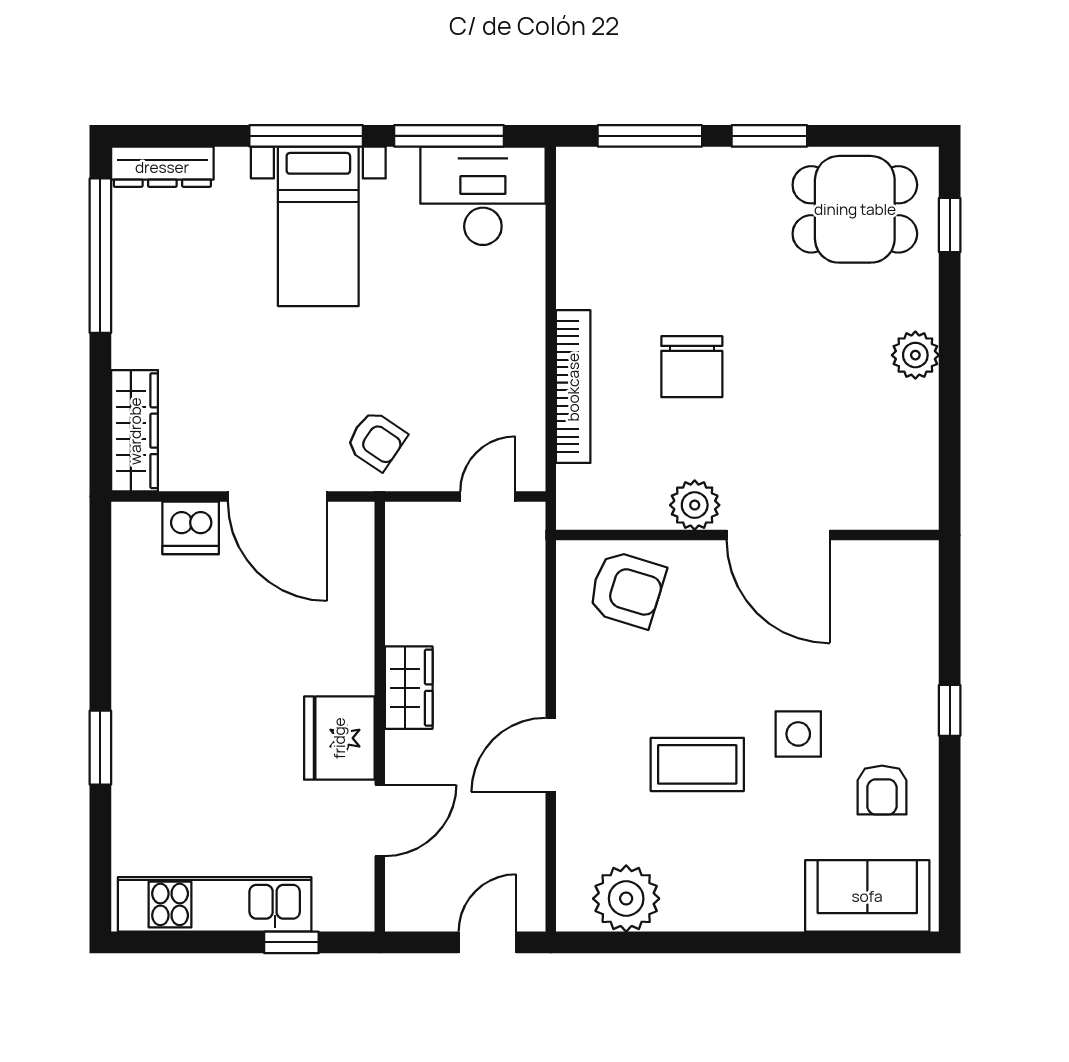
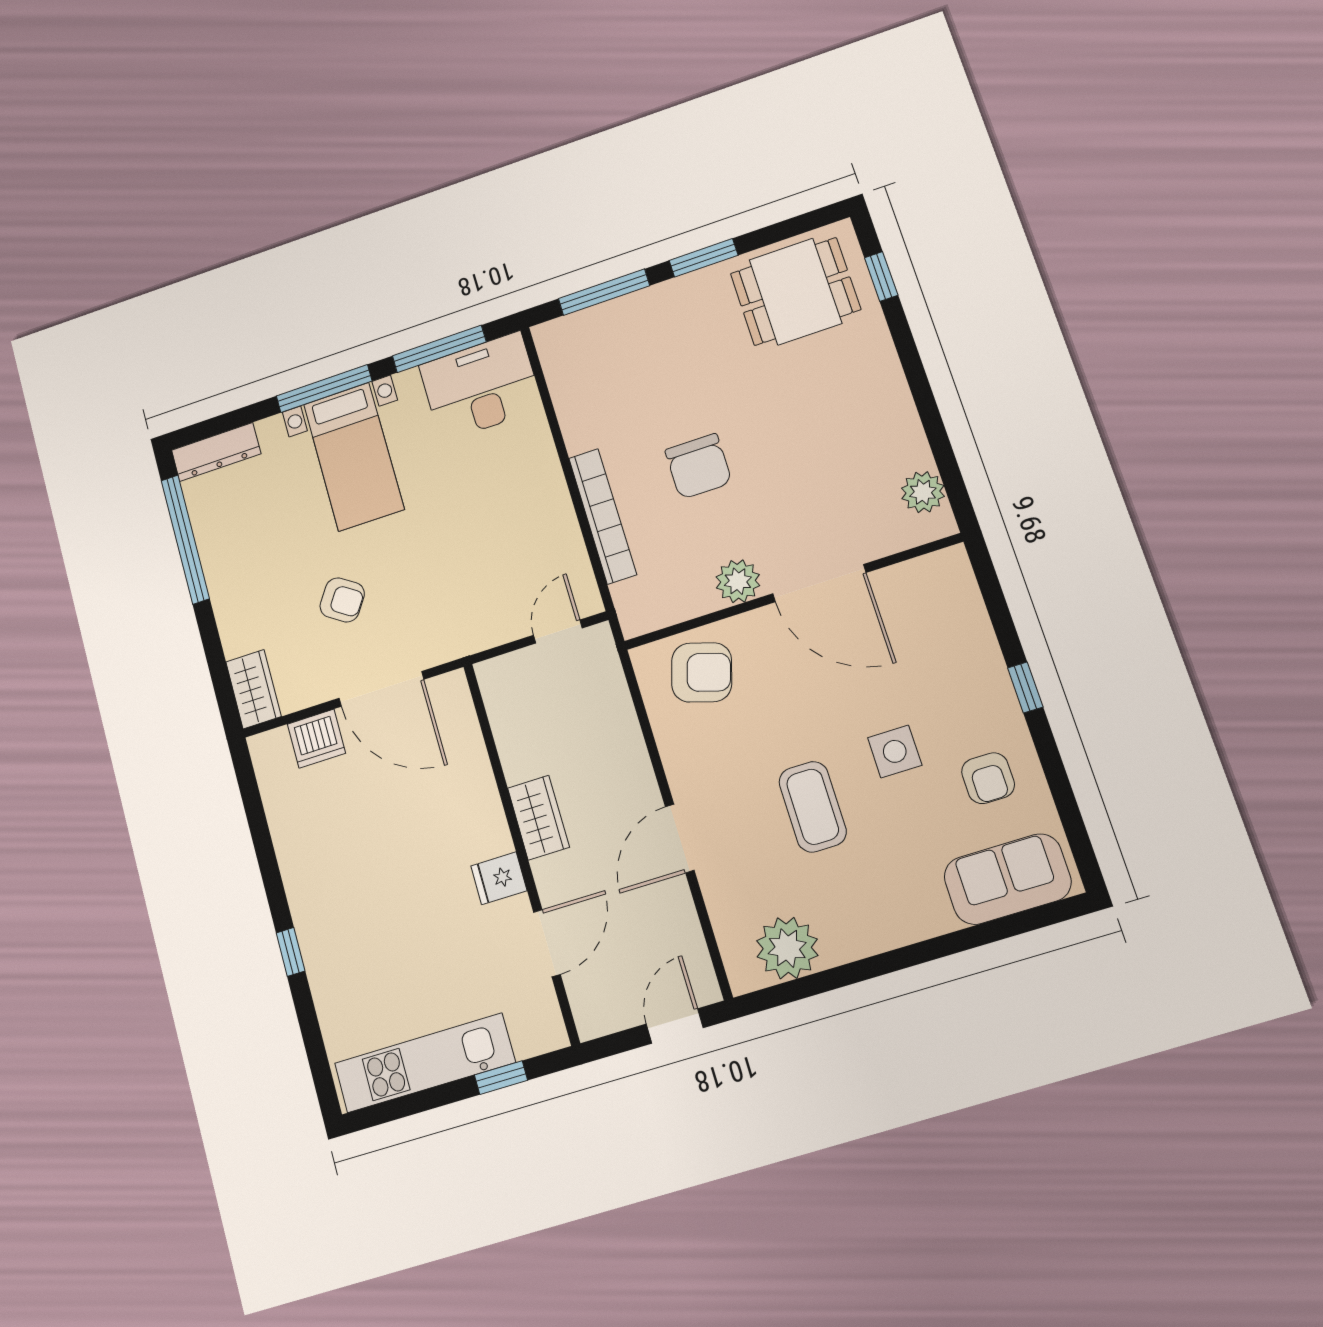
plant: (915, 355) -> (923, 492), moved
wardrobe: (135, 431) -> (254, 689), width x0.67
armchair: (376, 441) -> (342, 600), moved
fridge: (339, 738) -> (499, 878), width x0.53, depth x0.75
window: (100, 748) -> (290, 952), width x0.67
coffee table: (697, 764) -> (813, 807), turned 90

